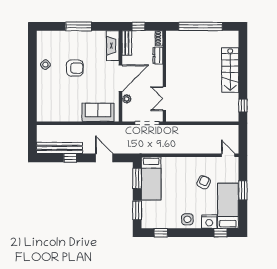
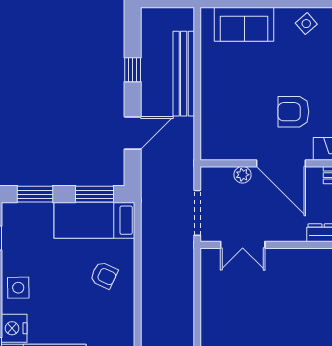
armchair: (75, 68) -> (293, 112), moved, turned 90
double door: (164, 99) -> (243, 245), swing flipped
sofa: (98, 112) -> (244, 24), moved, turned 90
bench: (59, 148) -> (184, 74), moved
armchair: (204, 182) -> (104, 275), moved

